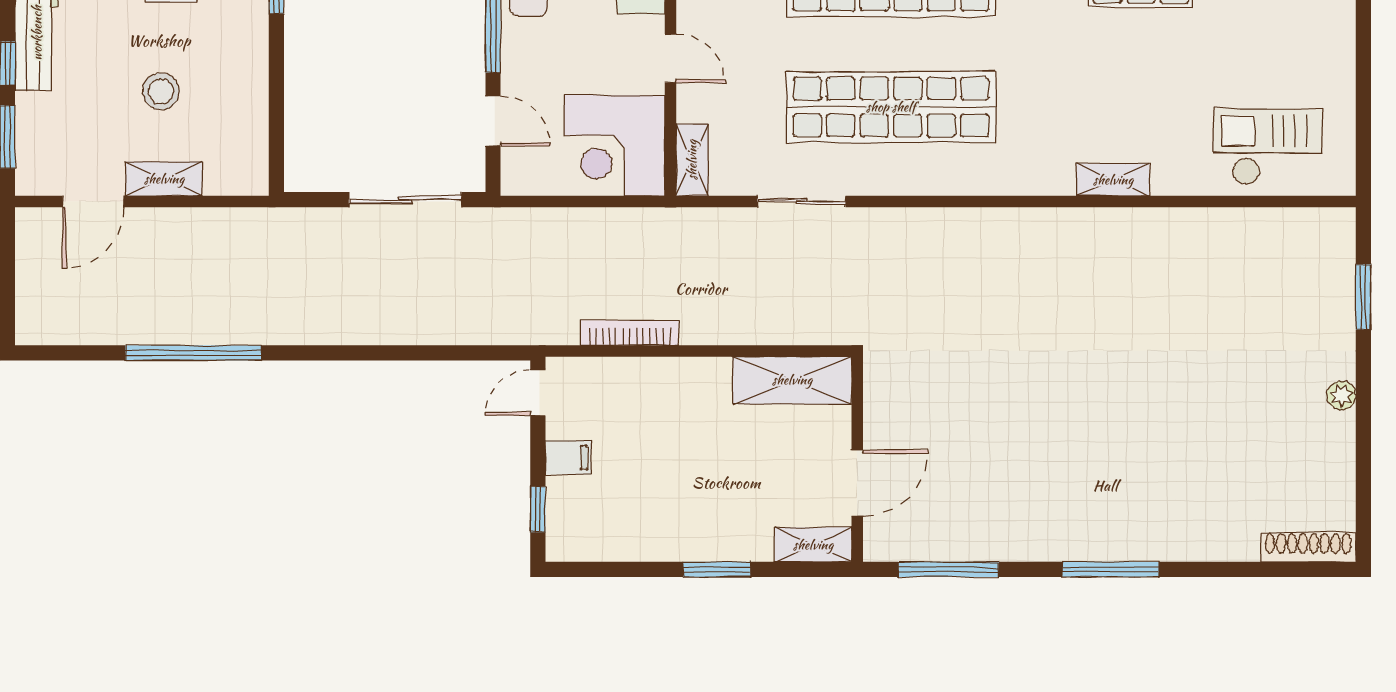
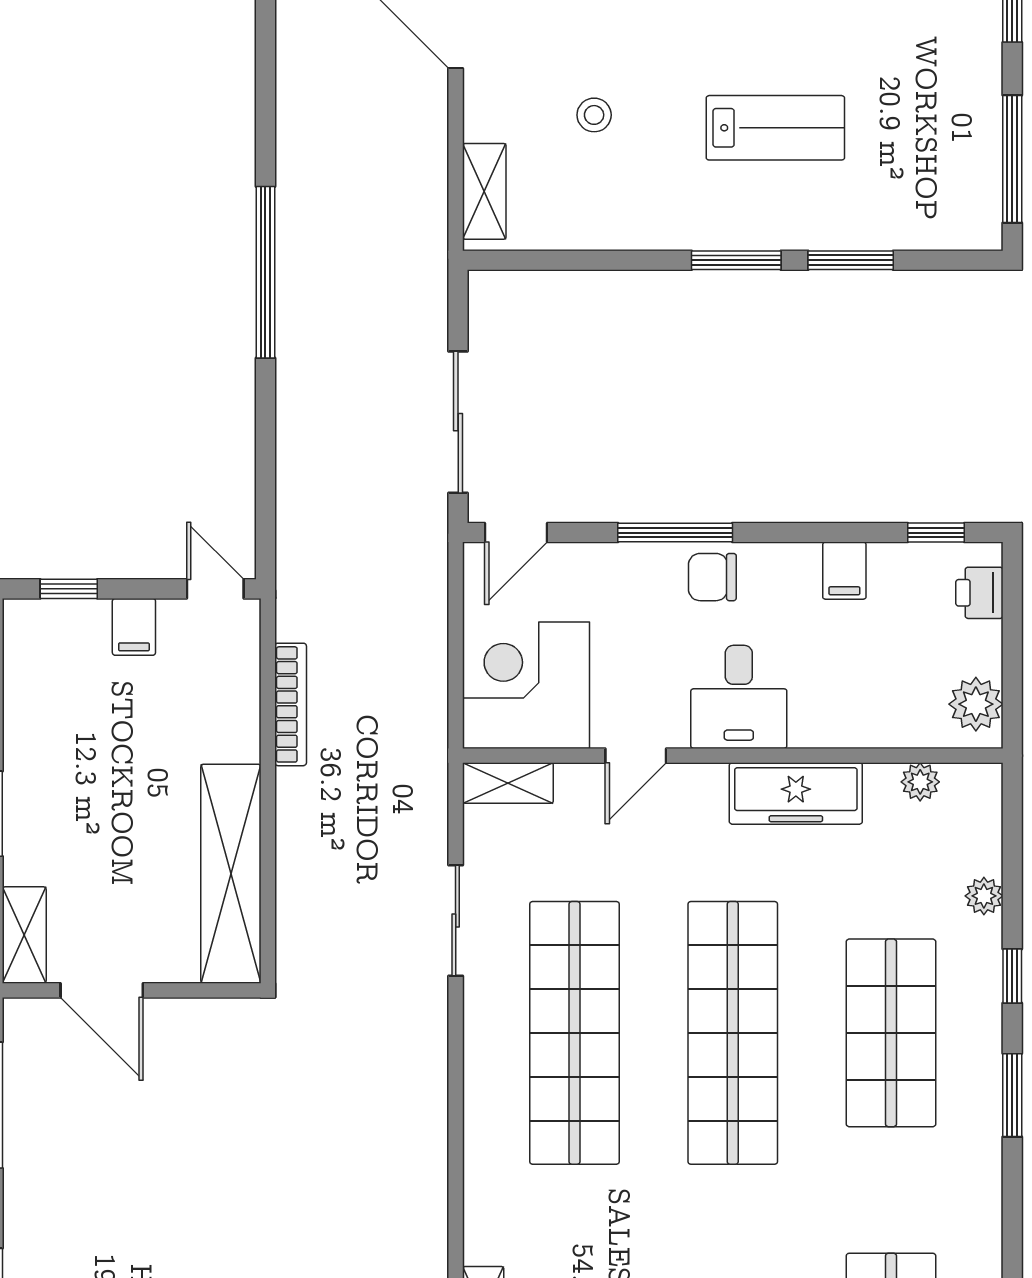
stool: (161, 91) -> (594, 115), width x0.73, depth x0.73
door: (493, 121) -> (516, 533), moved
shelving: (164, 179) -> (484, 191), moved
window: (193, 353) -> (265, 272), moved
shelving: (792, 380) -> (231, 874), width x1.47

